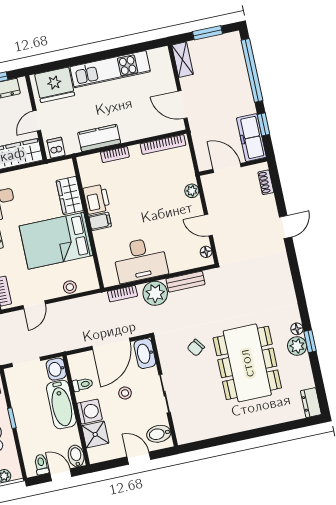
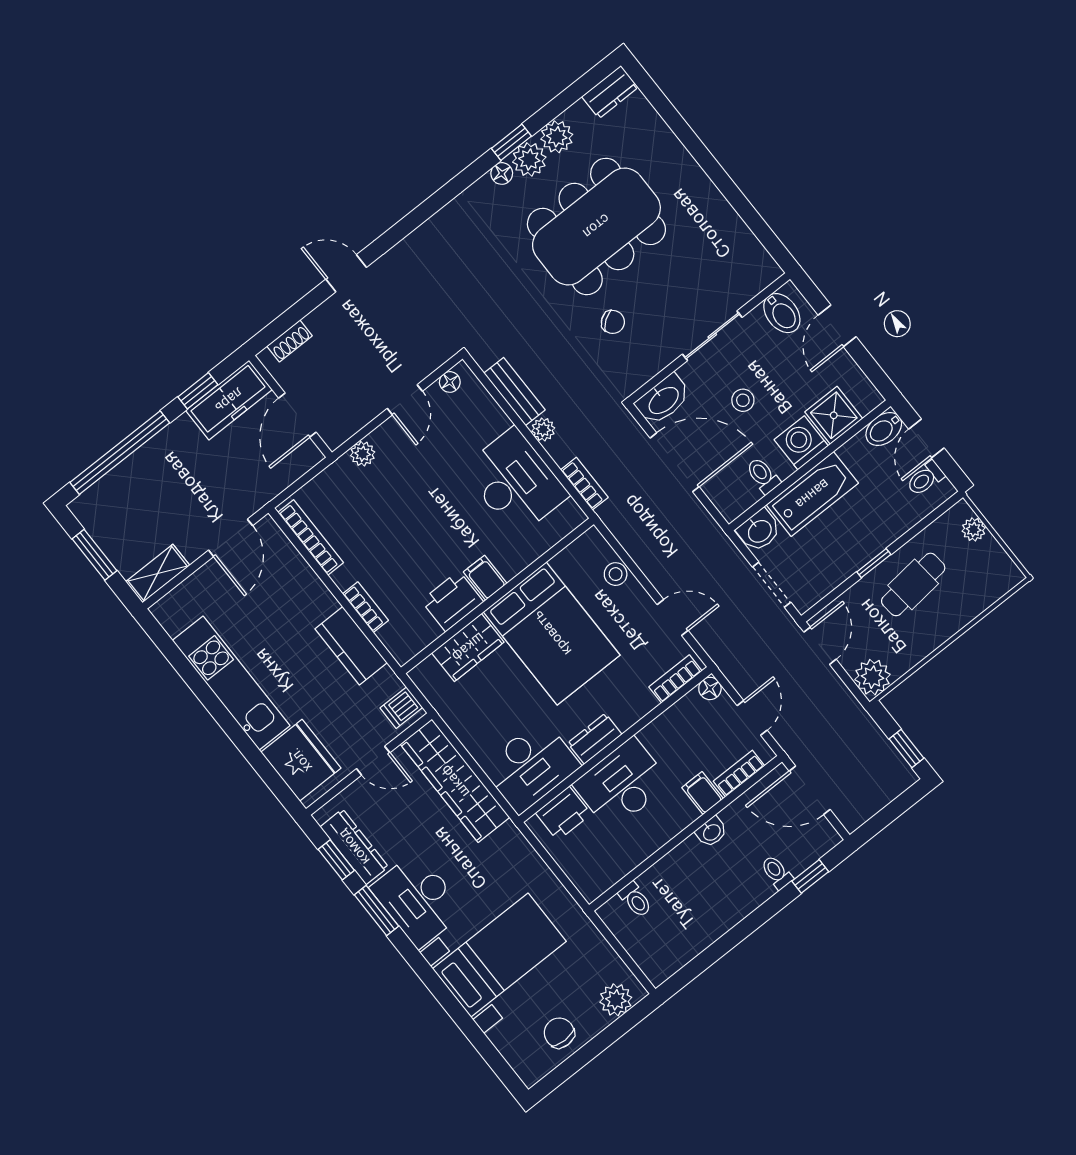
plant: (155, 293) -> (543, 429), width x0.53, depth x0.53
plant: (302, 365) -> (557, 137), added

